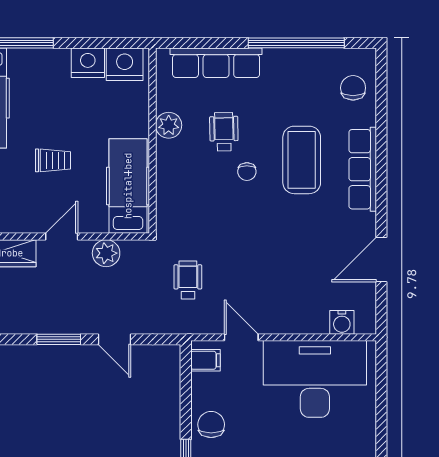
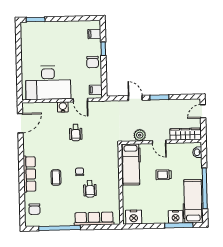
nightstand: (88, 63) -> (176, 217), moved
plant: (169, 125) -> (114, 191), removed
coffee table: (302, 160) -> (56, 177), width x0.54, depth x0.58
door: (62, 236) -> (159, 142), hinge flipped
door: (381, 259) -> (20, 123), moved
wheelchair: (188, 280) -> (76, 133), moved
water cooler: (342, 322) -> (63, 107), moved

